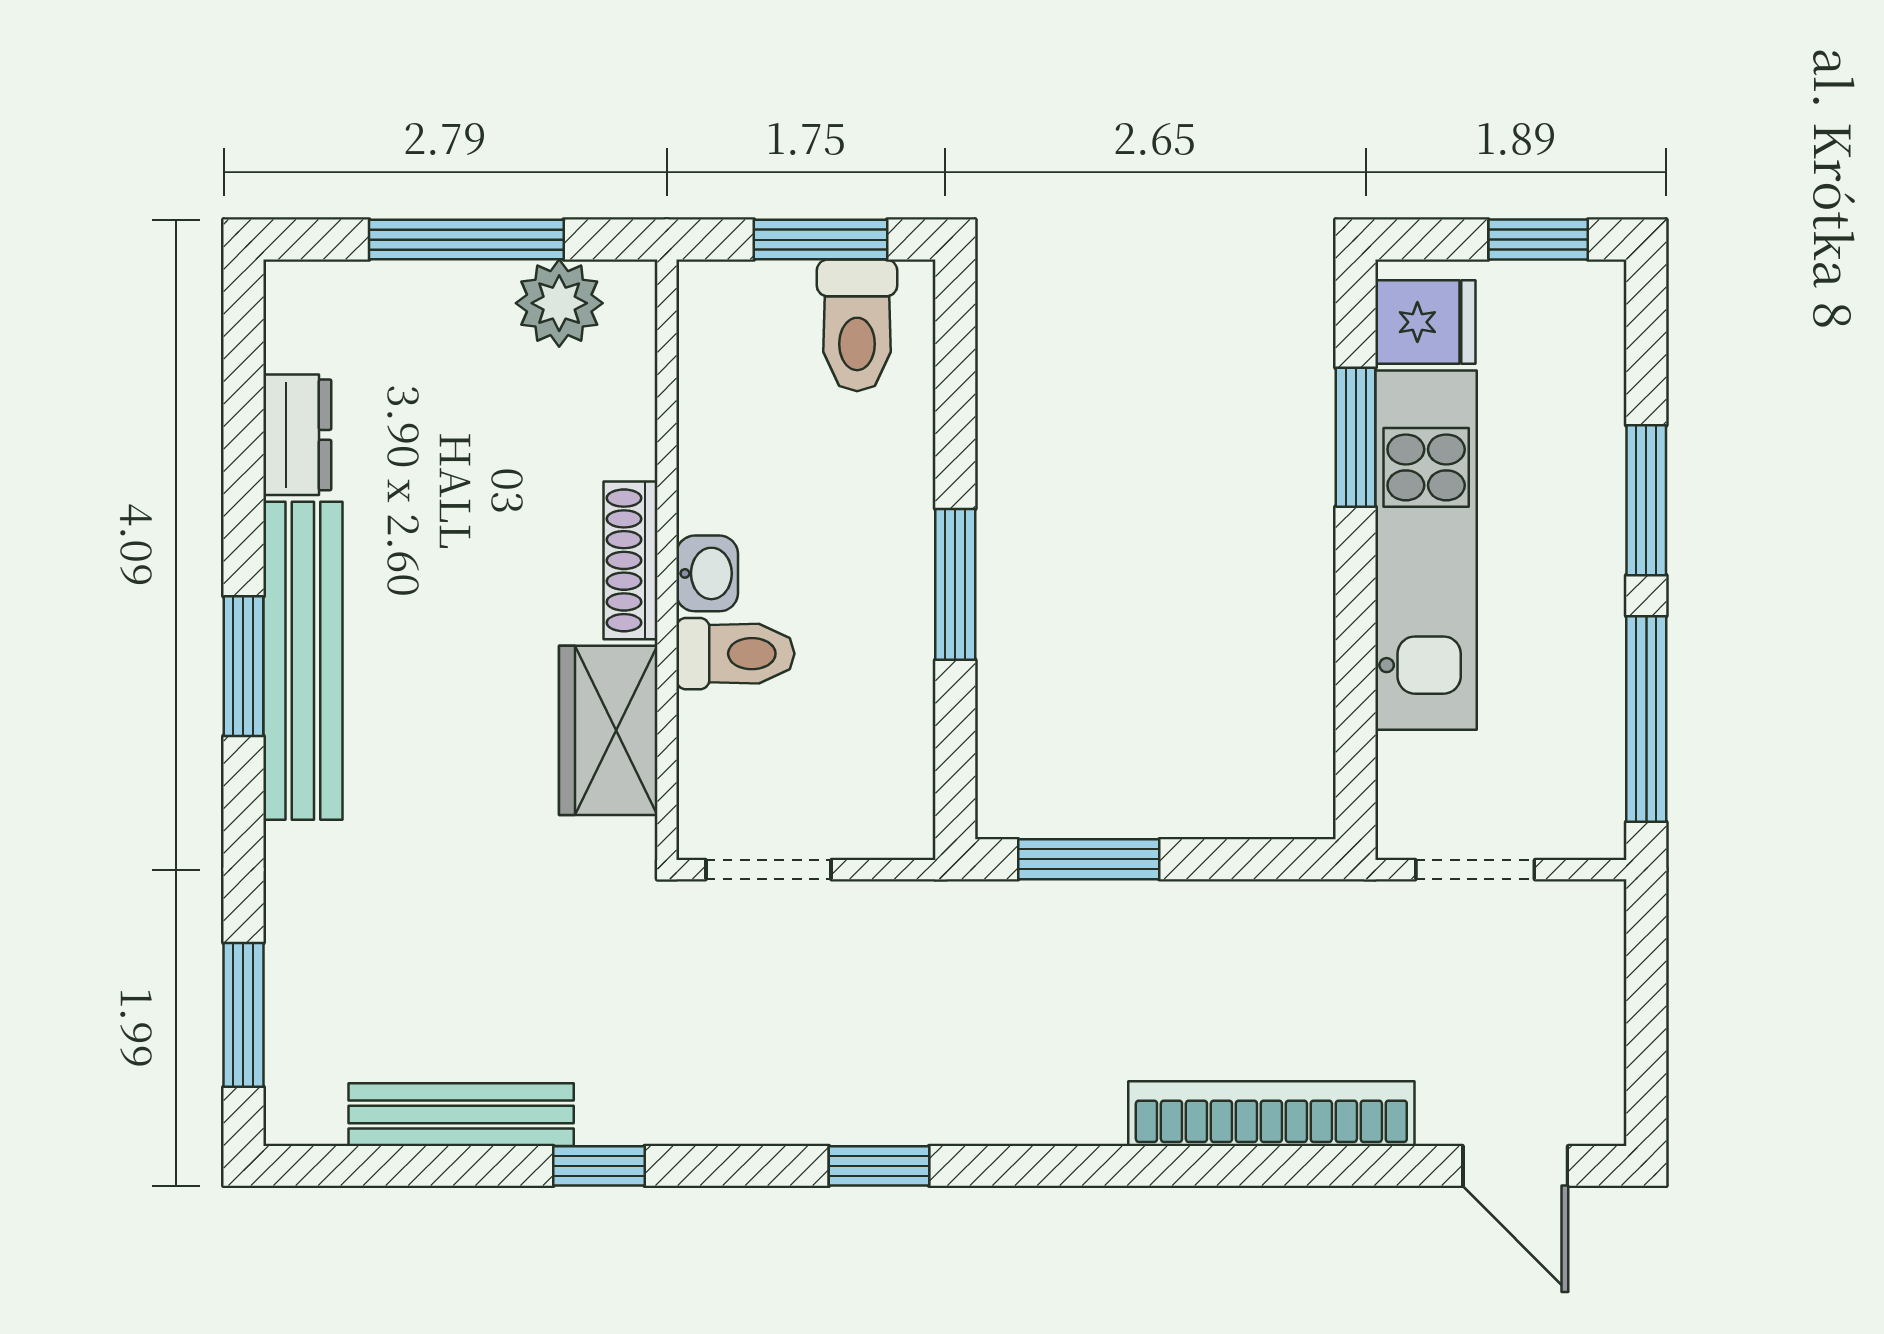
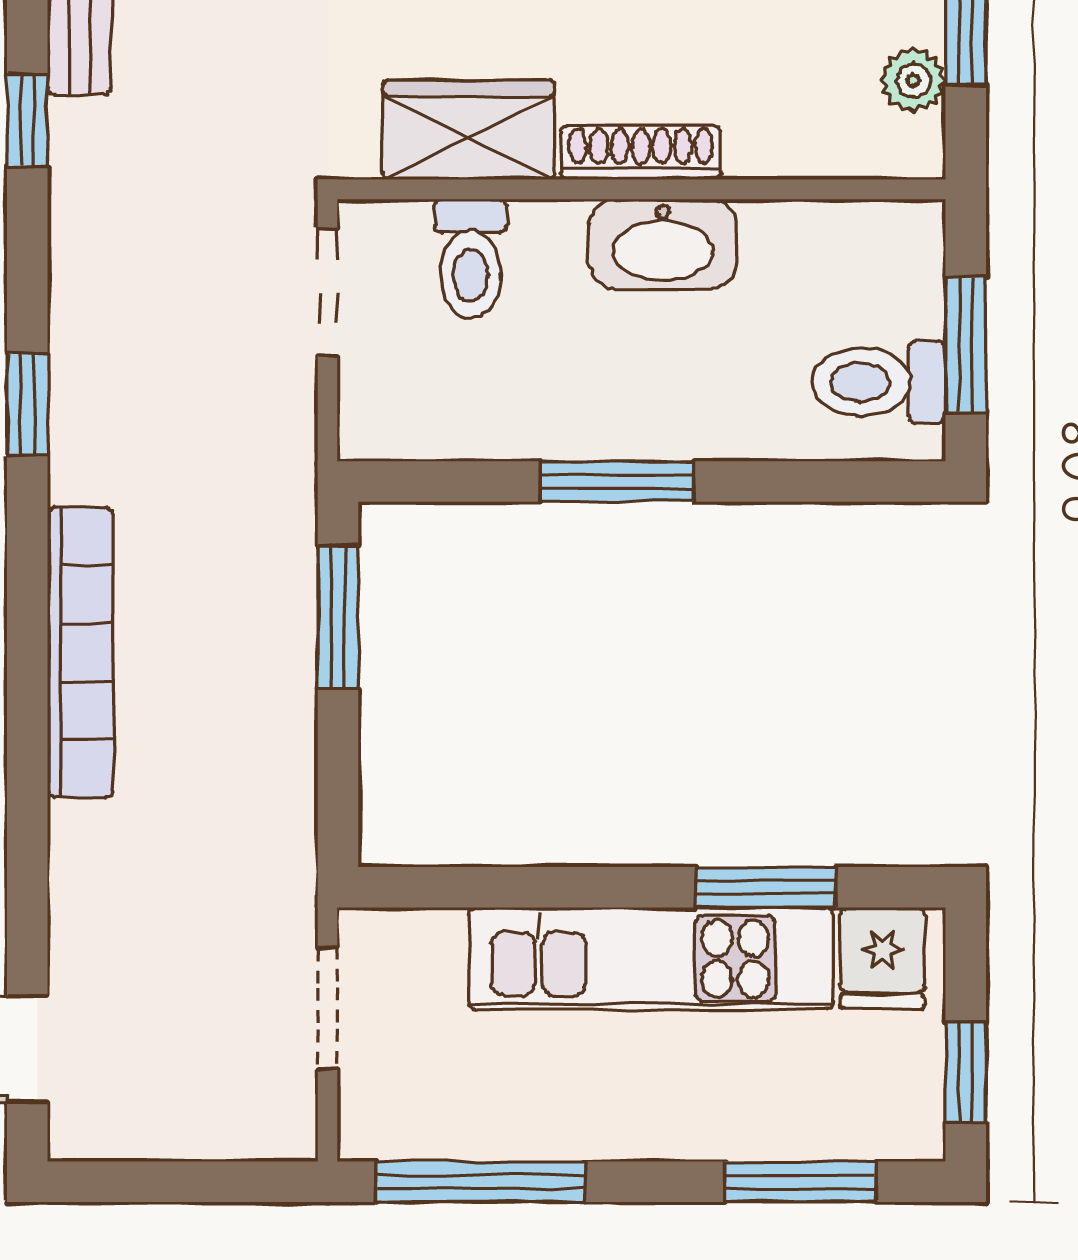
plant: (559, 303) -> (914, 80), width x0.73, depth x0.73
window: (1646, 500) -> (800, 1182), moved
washbasin: (707, 573) -> (663, 244), width x1.91, depth x1.45
toilet: (735, 654) -> (471, 259), moved
bookcase: (1271, 1114) -> (80, 652), moved

